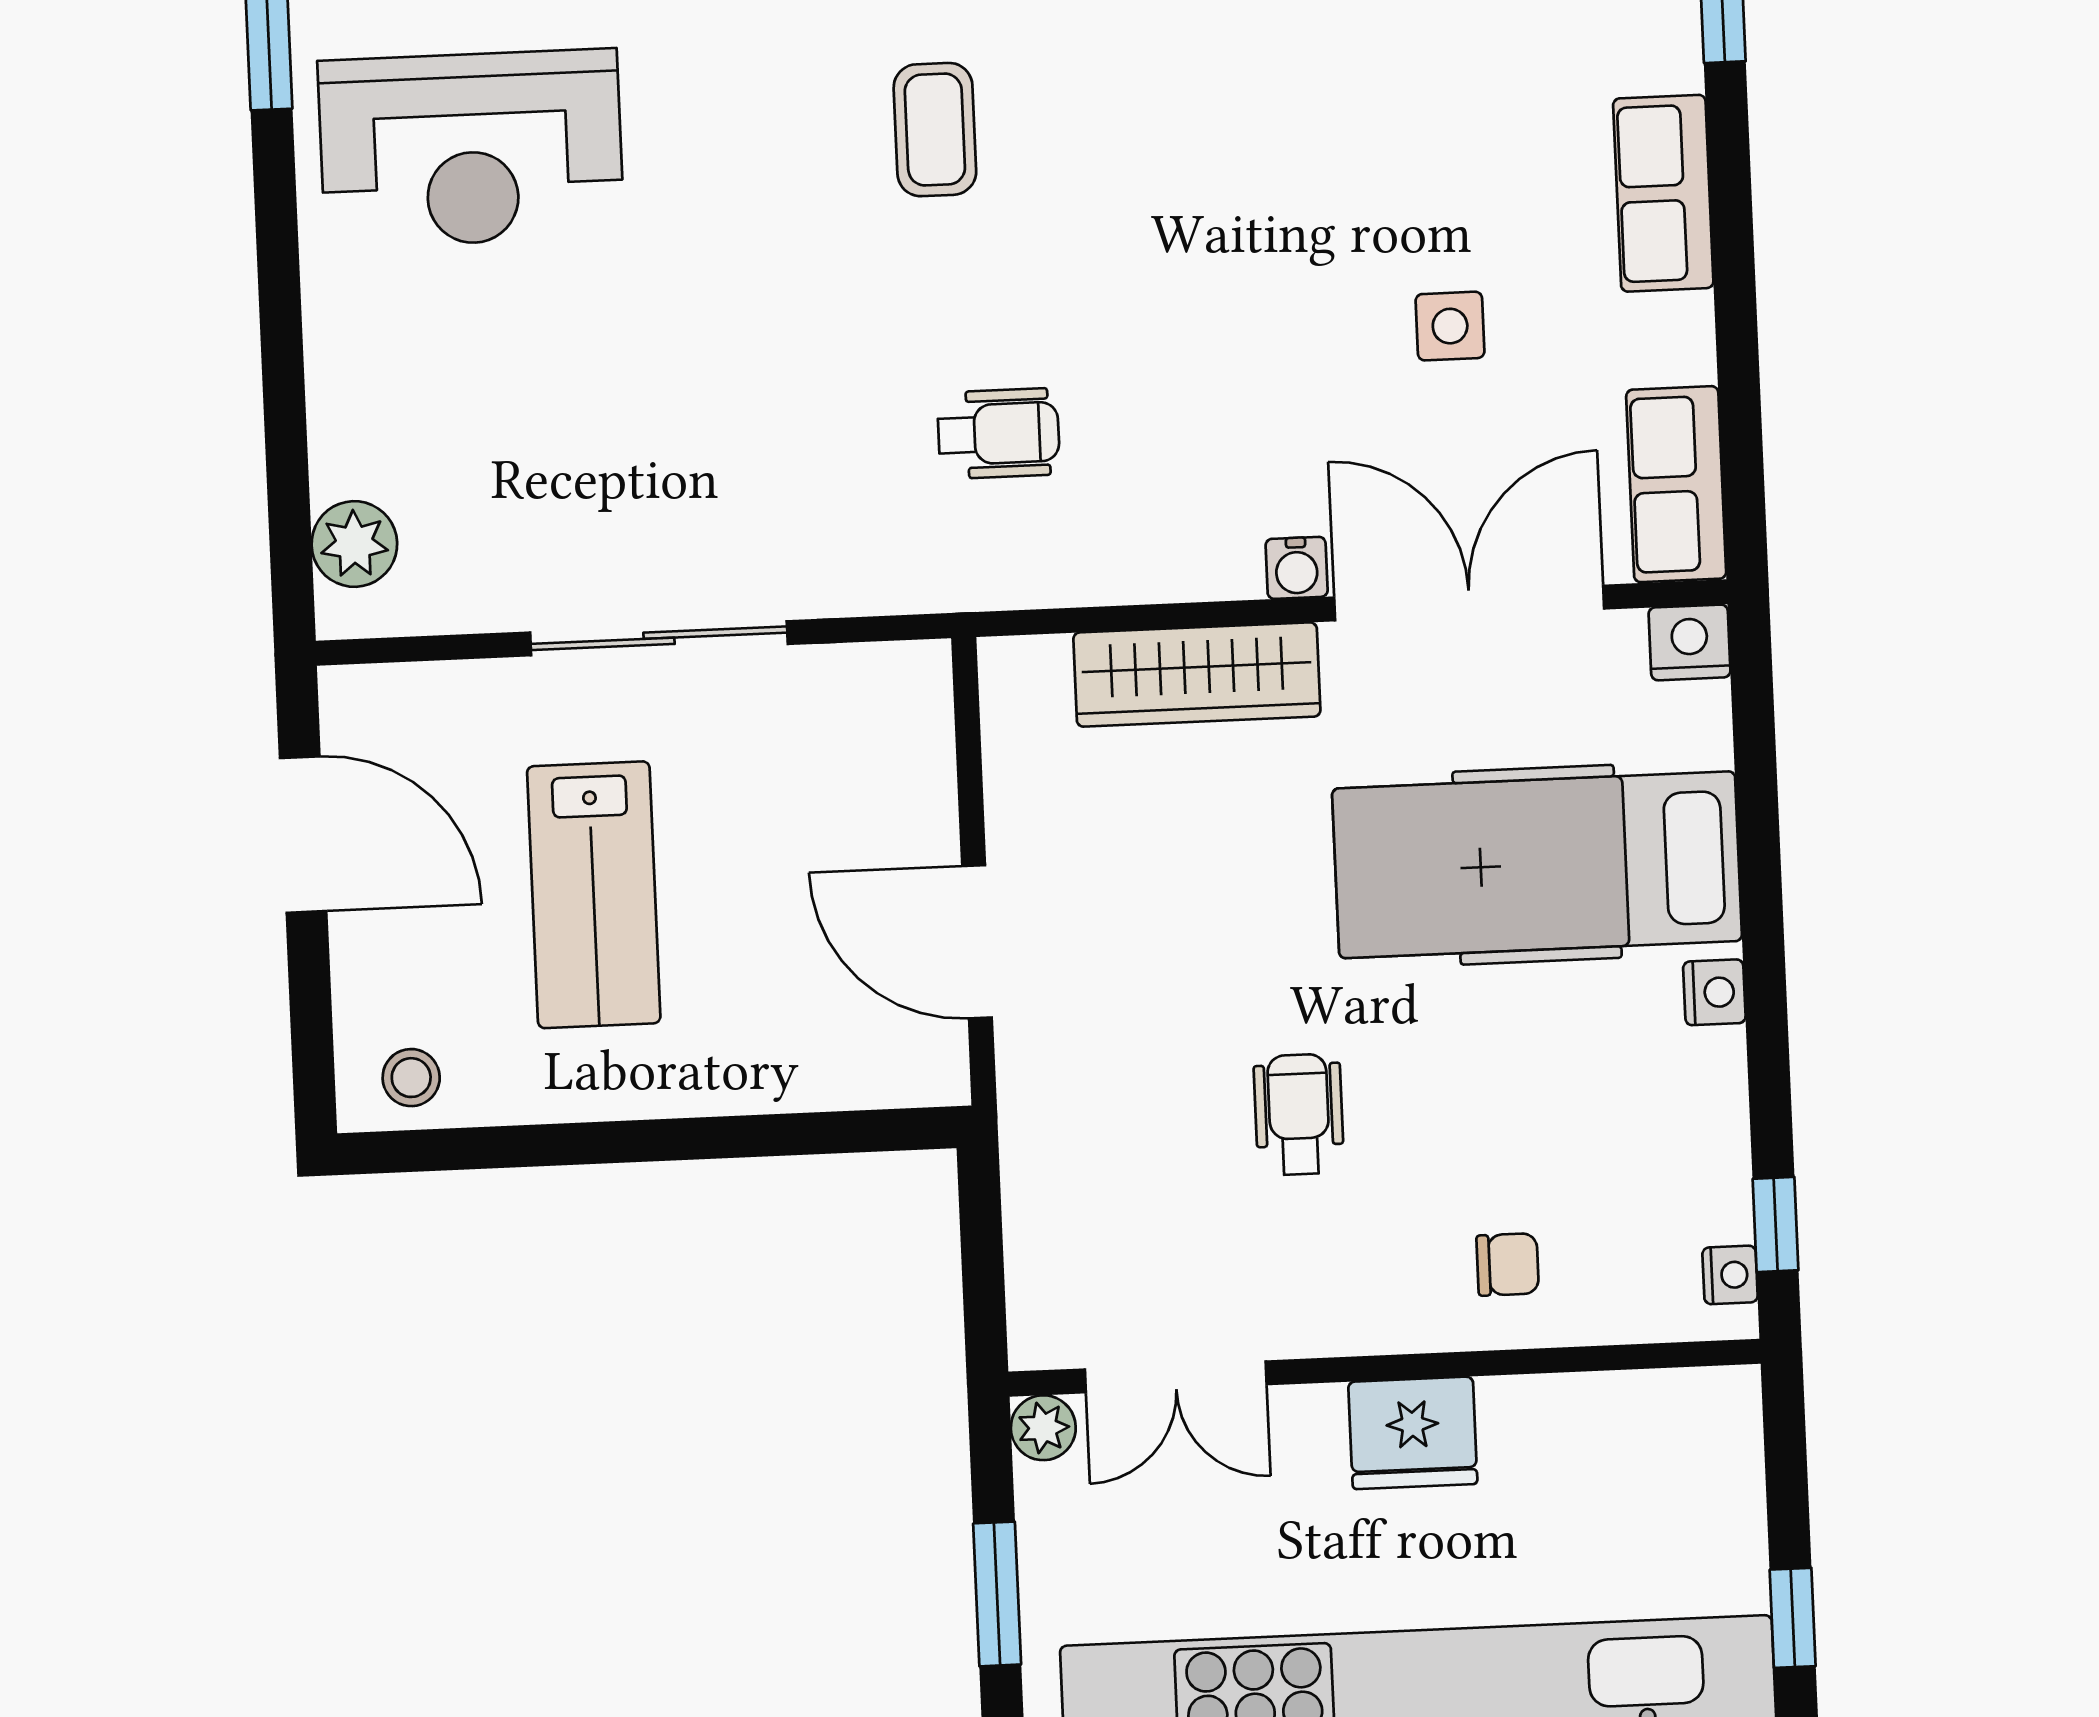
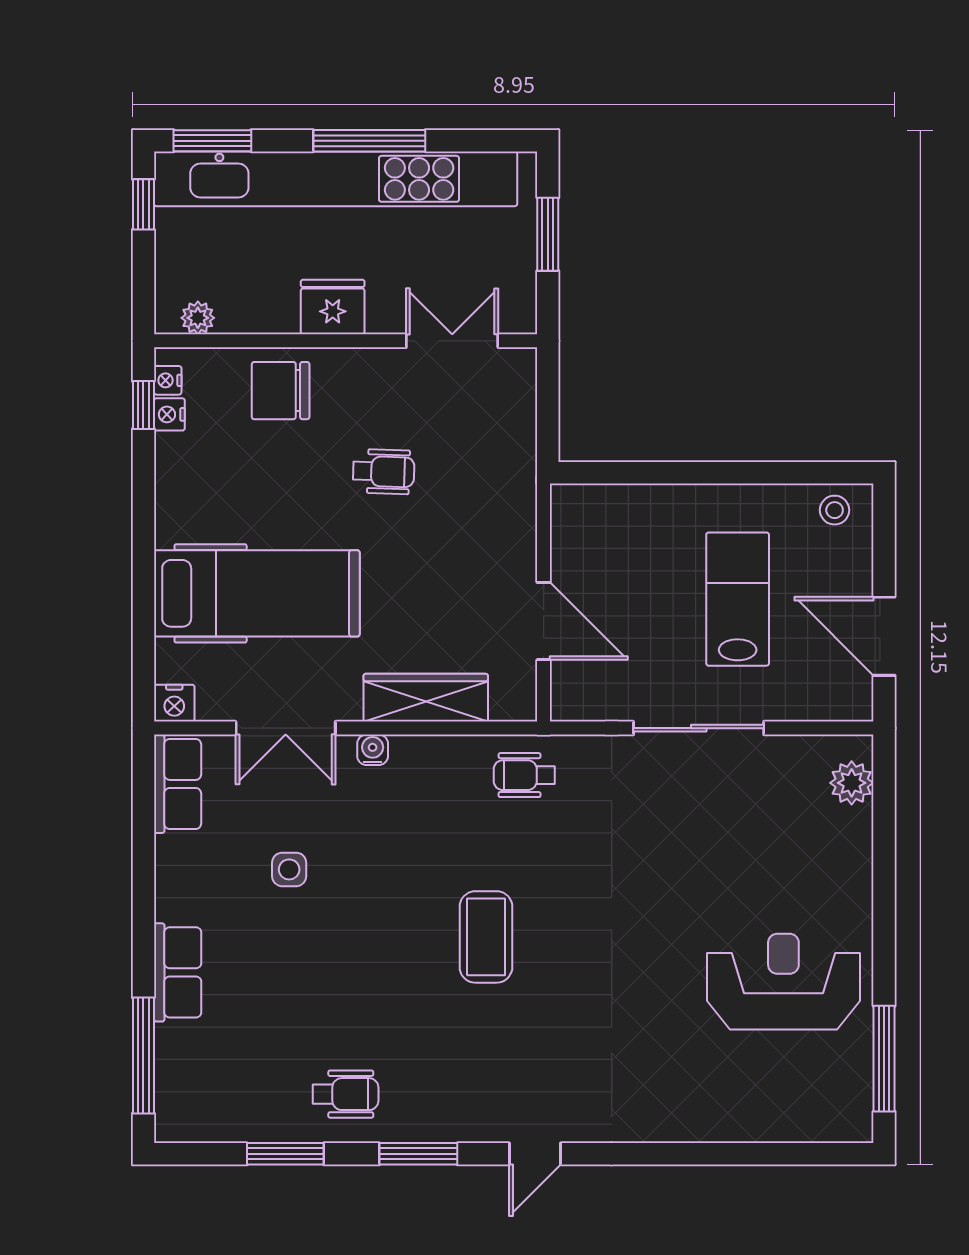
coffee table: (935, 130) -> (486, 937), moved, width x1.36, depth x1.30
row of seats: (1663, 193) -> (178, 972), moved
wheelchair: (999, 434) -> (524, 775), moved
double door: (1469, 603) -> (286, 728), width x0.73
door: (977, 942) -> (544, 621), moved
nightstand: (1714, 992) -> (169, 414), moved
wheelchair: (1299, 1114) -> (384, 472), turned -88
chair: (1508, 1264) -> (281, 391), width x1.87, depth x1.87
plant: (1043, 1428) -> (198, 318), moved

